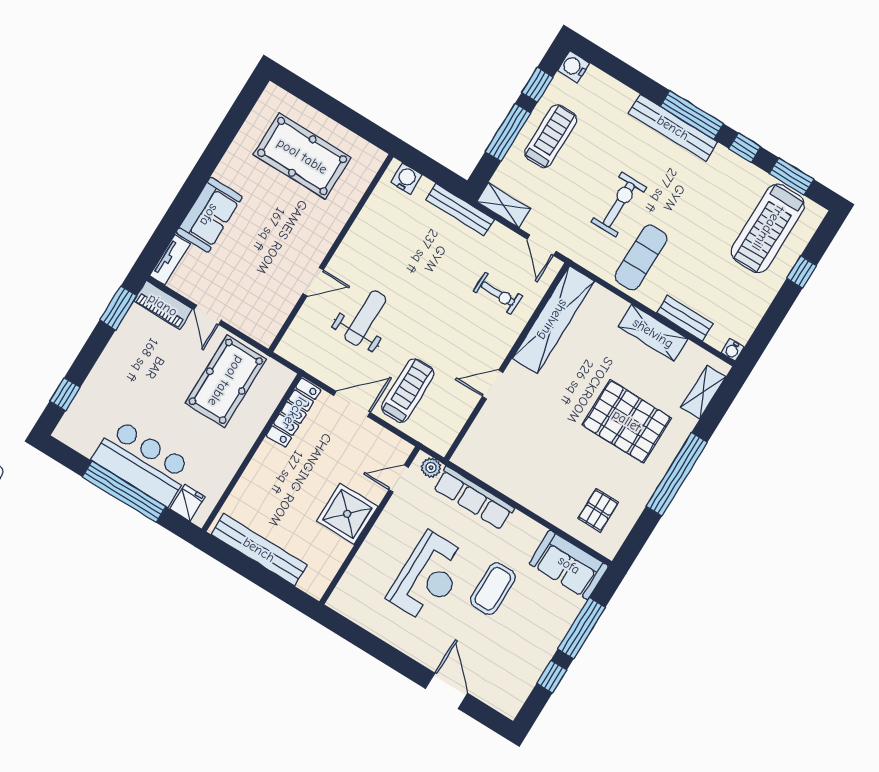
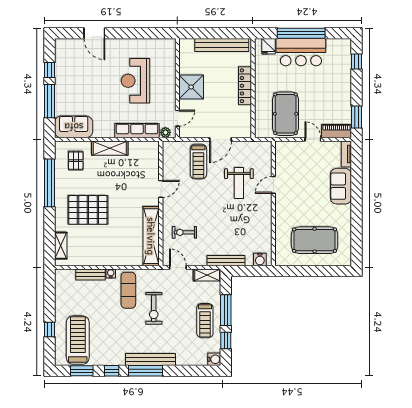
shelving: (653, 333) -> (110, 148), moved
water cooler: (733, 350) -> (111, 274), moved
locker: (294, 413) -> (245, 86), moved
window: (677, 474) -> (50, 183), moved
coffee table: (493, 589) -> (102, 94), removed

